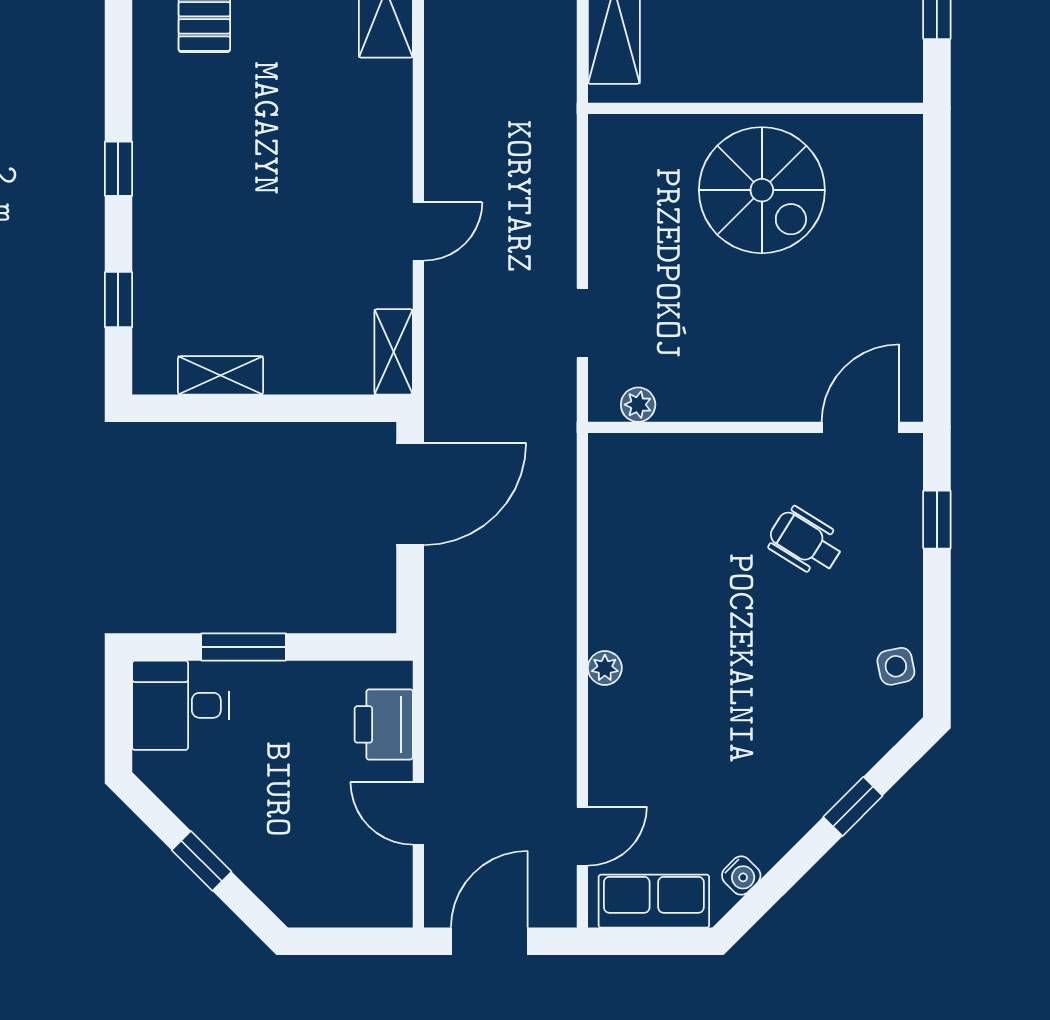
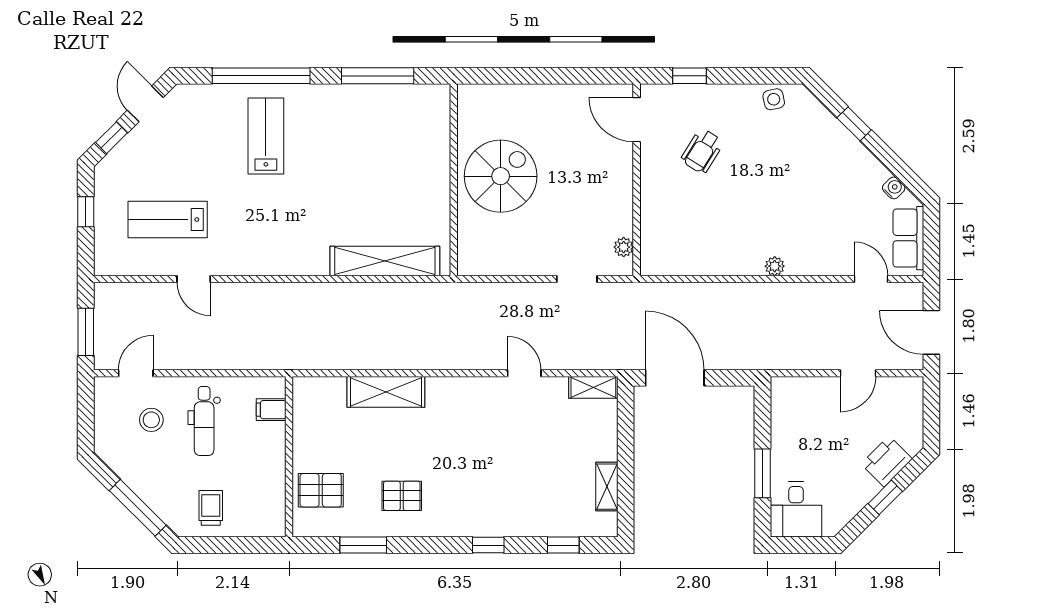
printer: (384, 724) -> (887, 461), moved, turned 135

